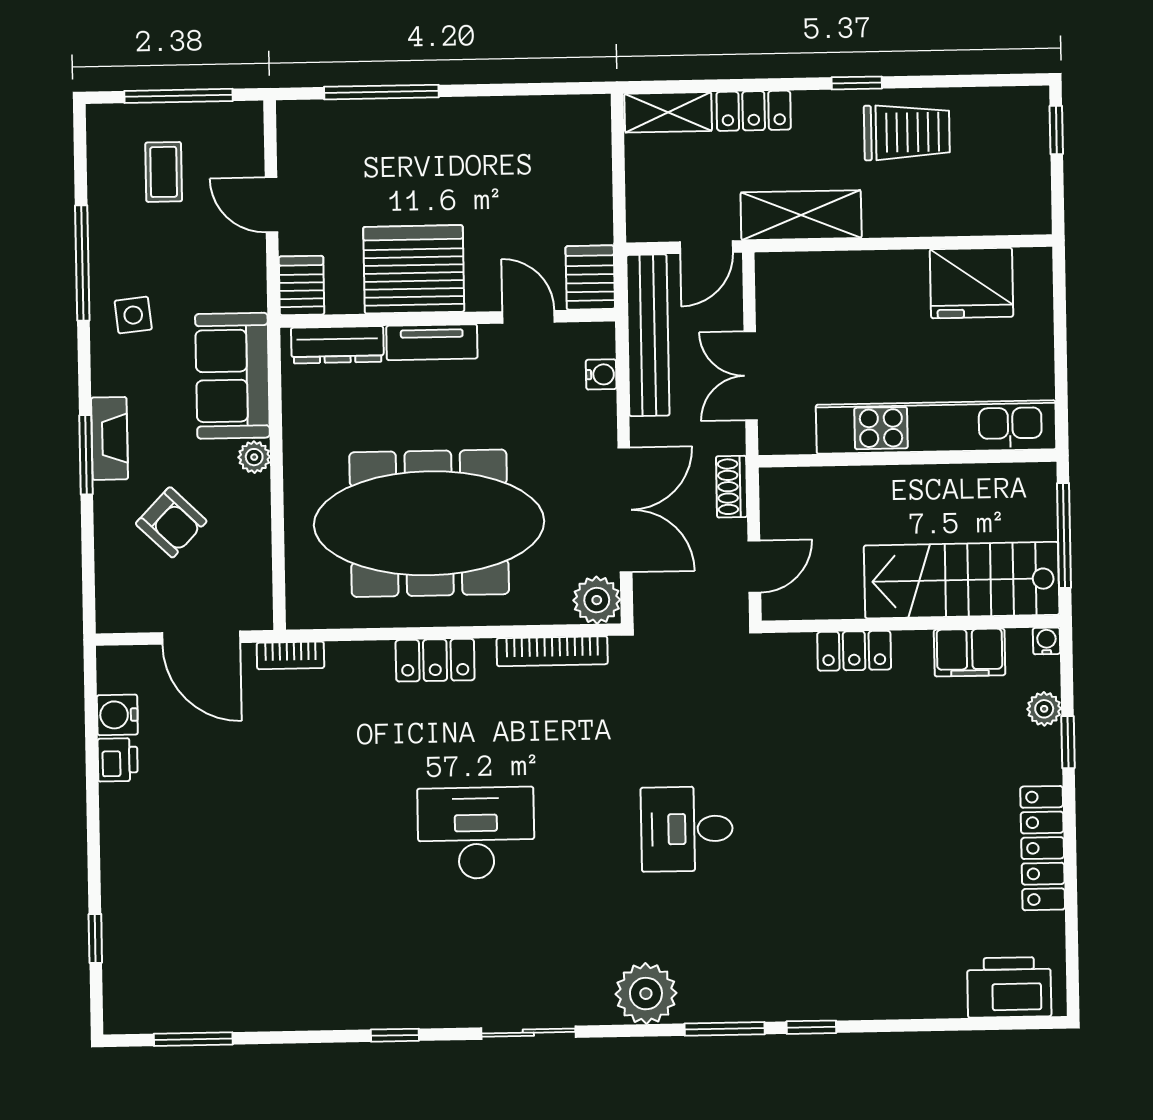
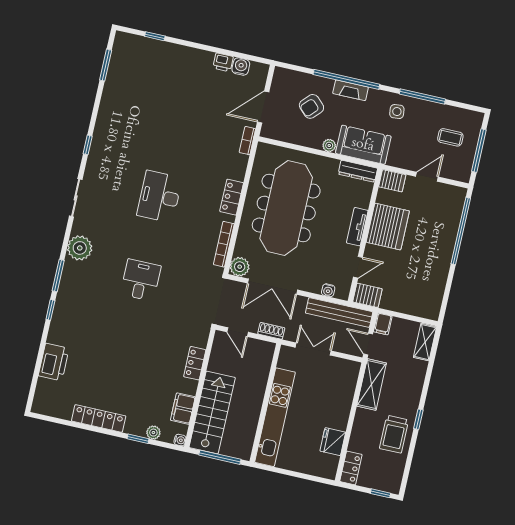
window: (381, 92) -> (461, 231), width x1.46
locker: (754, 111) -> (351, 468), moved, turned 180
filing cabinet: (650, 224) -> (383, 324), added
fridge: (972, 283) -> (333, 442), width x0.73, depth x0.75
dresser: (337, 345) -> (358, 171), moved, turned -90
window: (86, 455) -> (346, 79), width x2.11
desk: (476, 833) -> (159, 197), turned 180
printer: (1009, 987) -> (54, 362), moved

